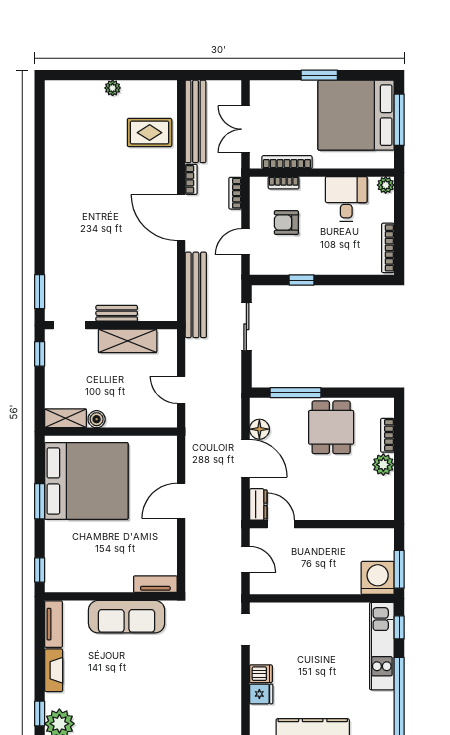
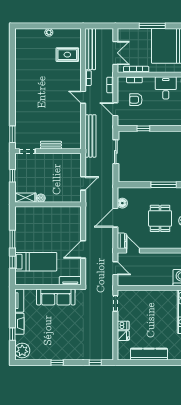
window: (319, 75) -> (152, 26), width x1.44
double door: (245, 129) -> (115, 53), swing flipped
door: (181, 218) -> (83, 97), width x0.53
door: (245, 242) -> (115, 109), hinge flipped
shelving: (128, 341) -> (56, 159), removed
window: (40, 354) -> (12, 176), moved
door: (181, 390) -> (83, 183), swing flipped
window: (296, 393) -> (164, 185), moved
dining table: (331, 427) -> (160, 218), moved
door: (245, 458) -> (115, 218), swing flipped
bed: (86, 481) -> (36, 262), moved, width x0.49
door: (181, 501) -> (83, 249), moved
window: (40, 570) -> (12, 262), moved
window: (40, 714) -> (12, 334), moved

